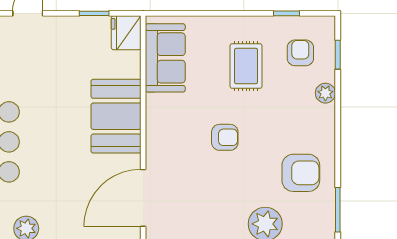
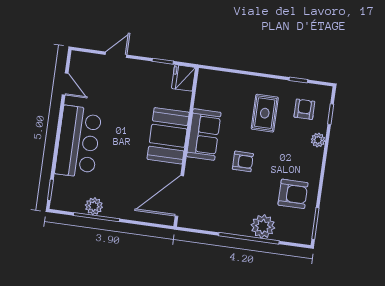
sofa: (165, 58) -> (204, 134), moved

